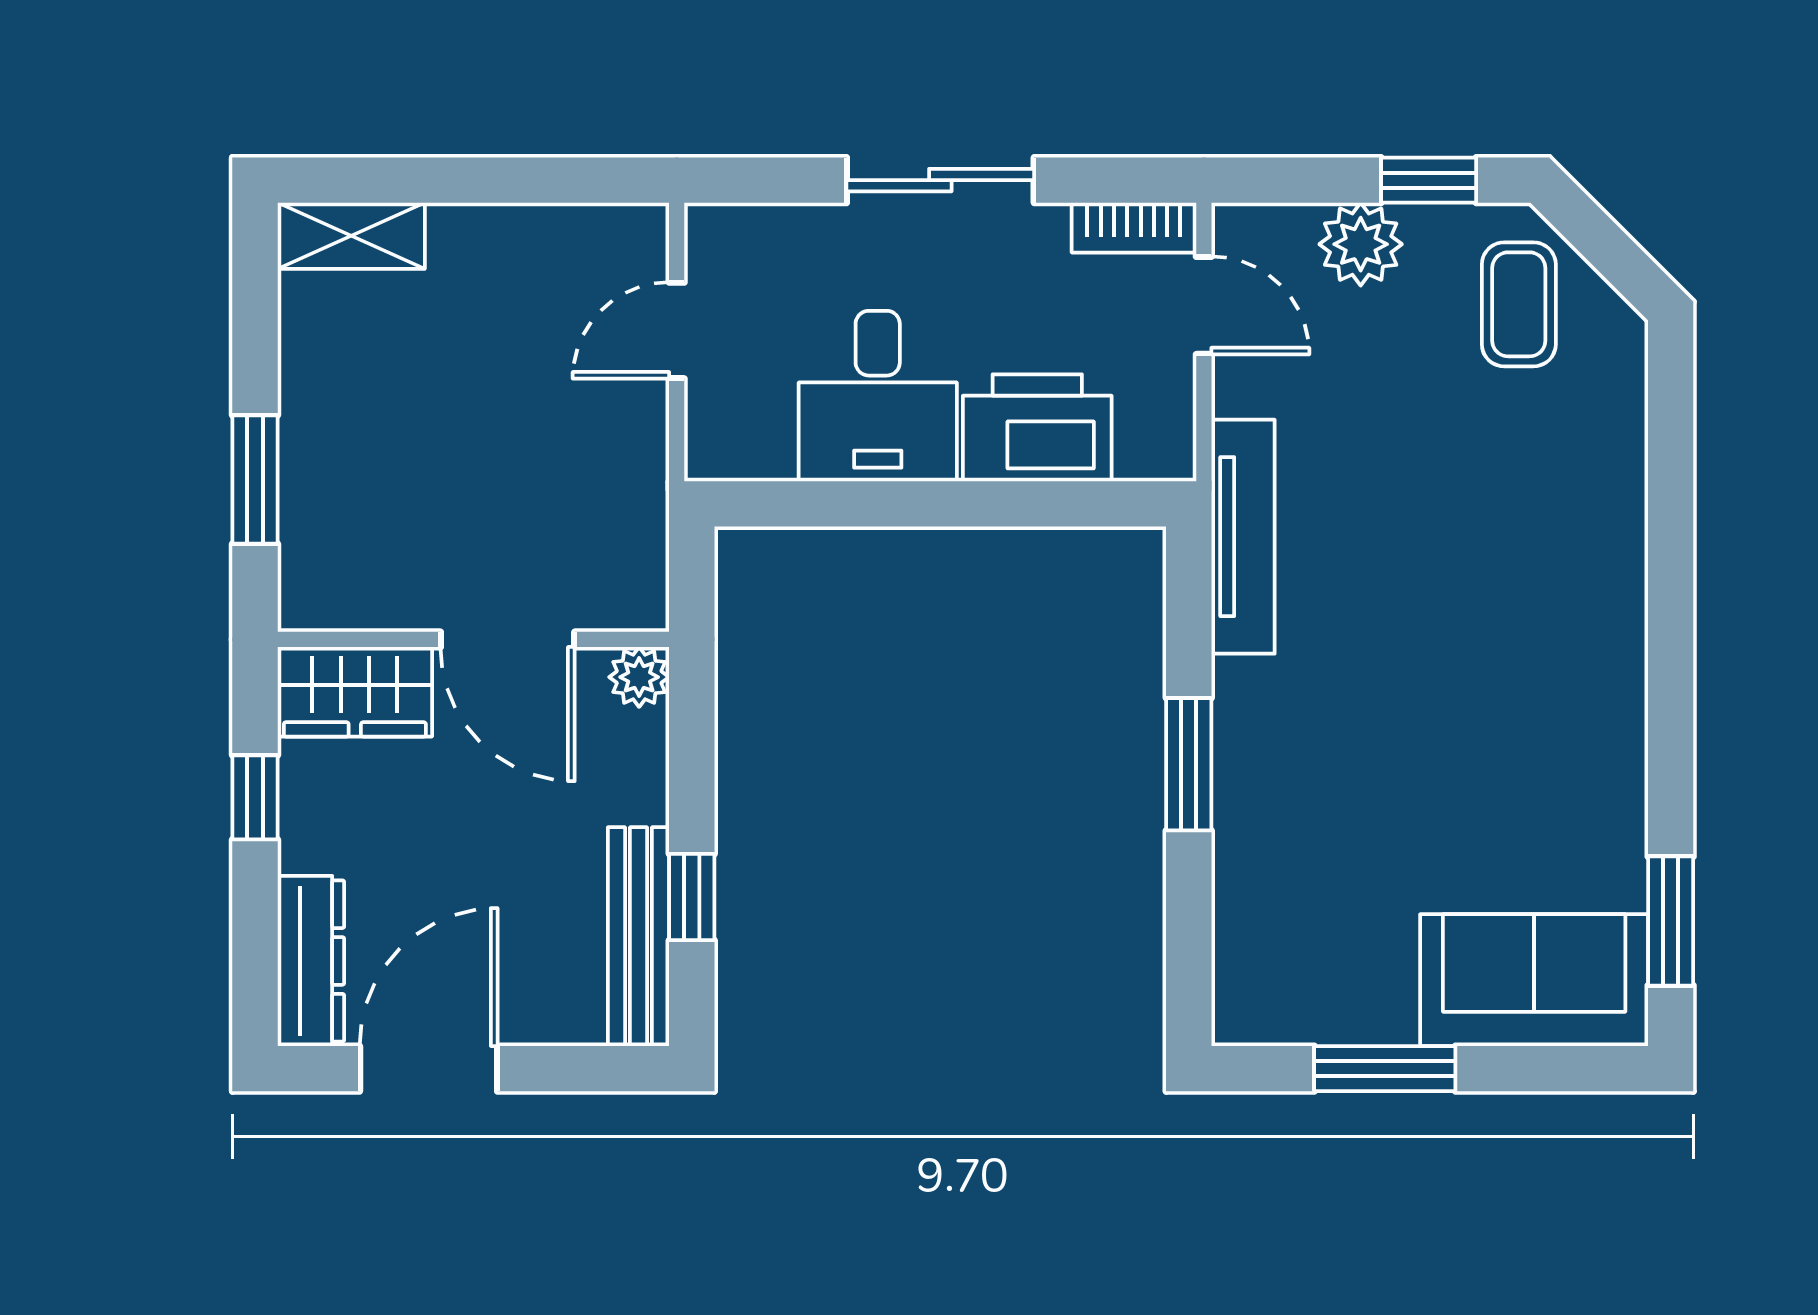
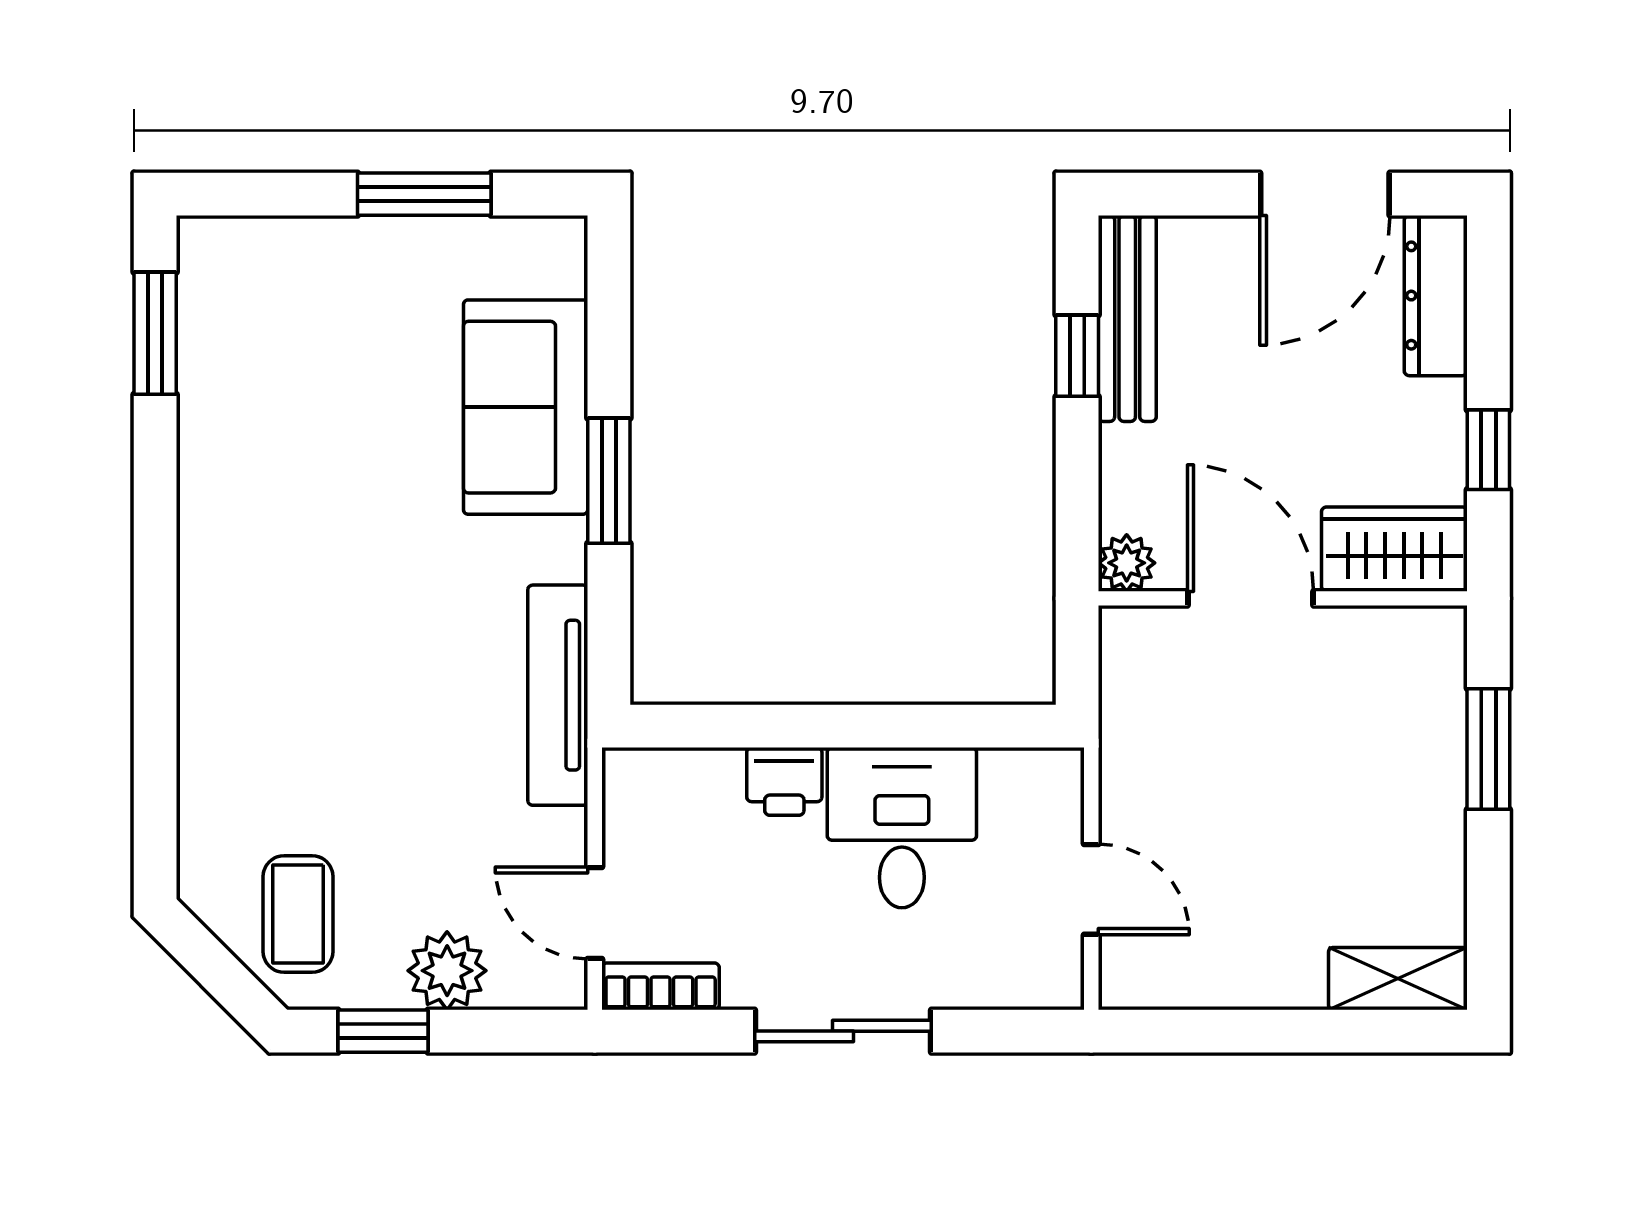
door: (677, 330) -> (1091, 889), hinge flipped
printer: (1037, 428) -> (784, 781), width x0.53, depth x0.68
sofa: (1534, 980) -> (526, 407), moved, turned 90

